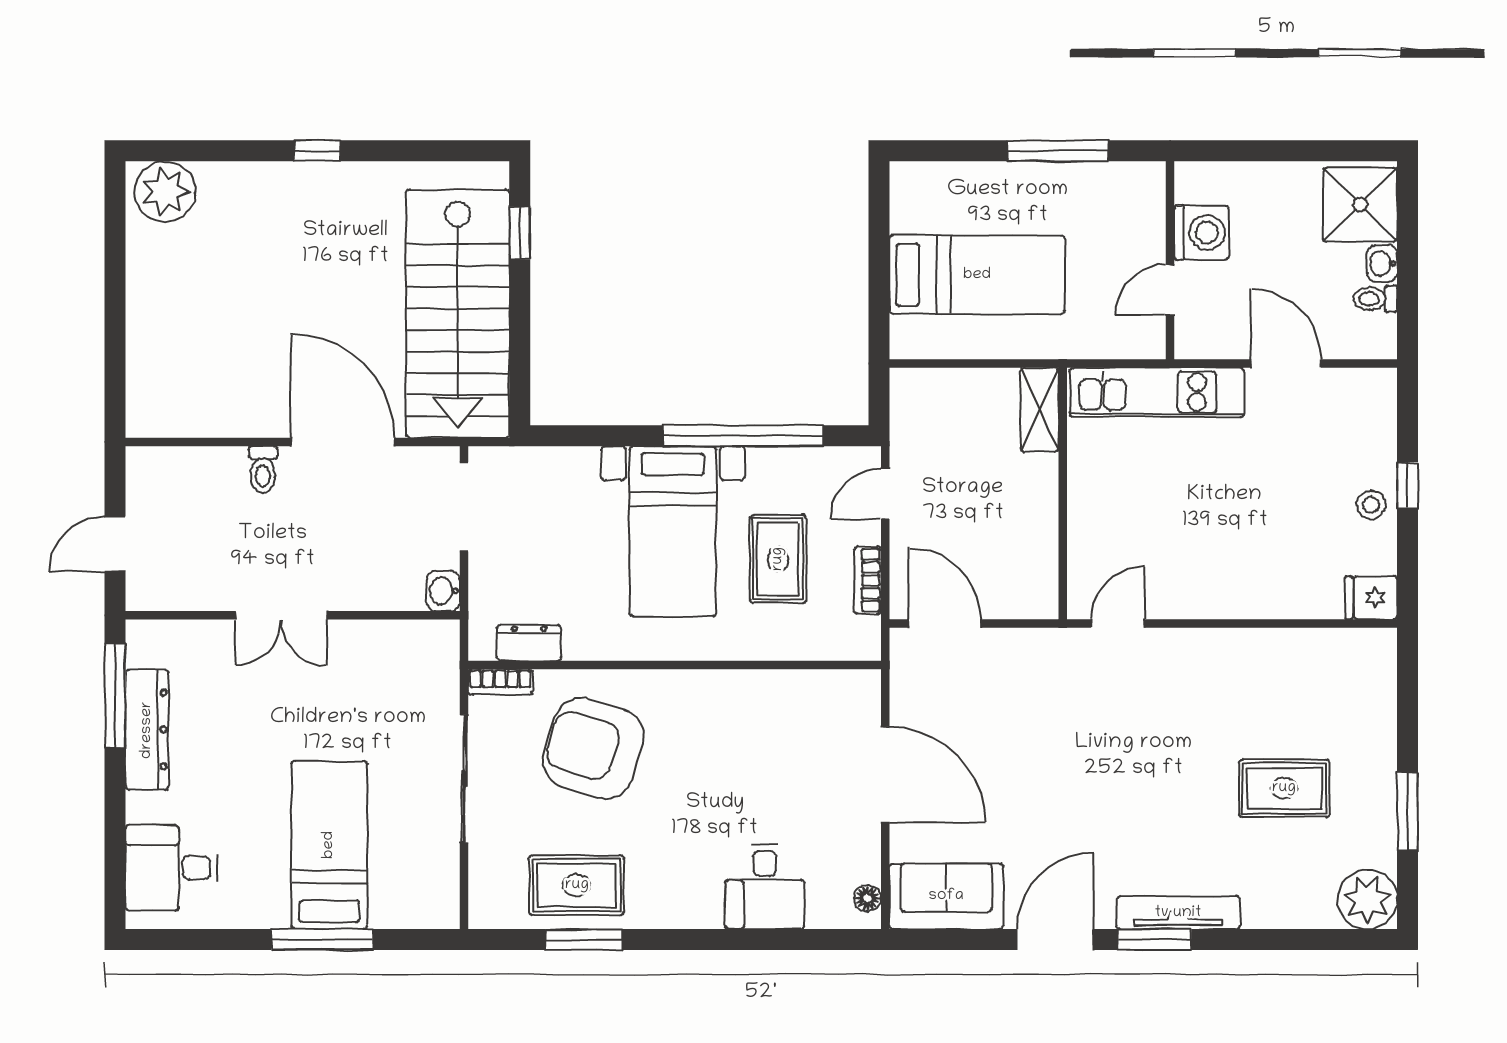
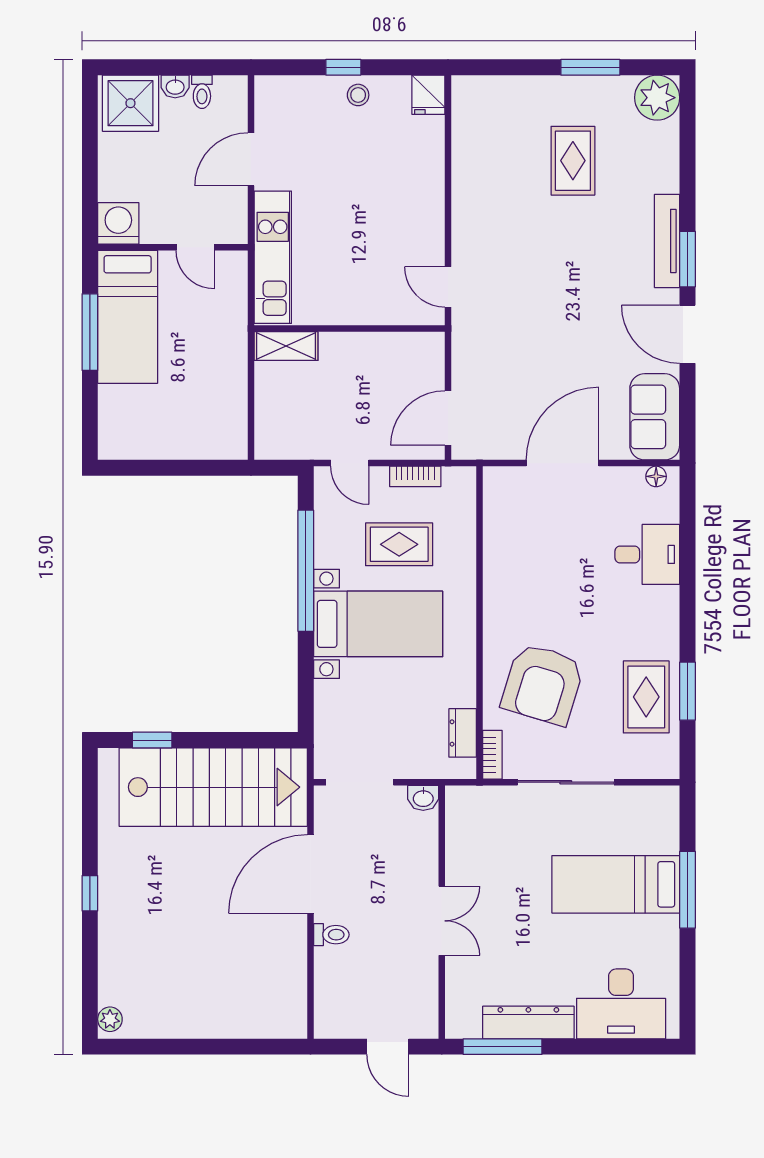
plant: (165, 192) -> (110, 1019), width x0.53, depth x0.53
washing machine: (1201, 232) -> (118, 223), moved
bed: (977, 275) -> (128, 317), moved, turned 180
desk: (171, 868) -> (621, 1004), width x1.37

